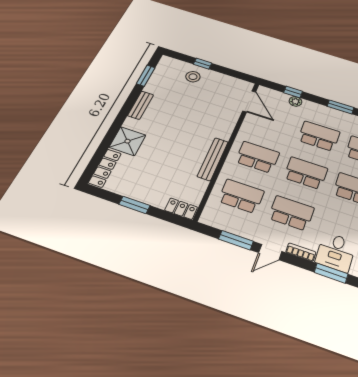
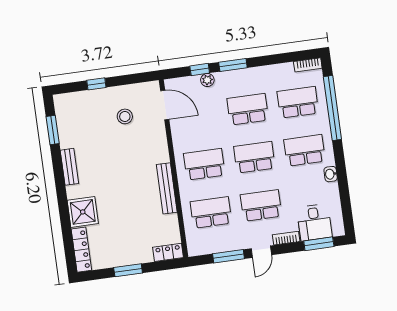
stool: (193, 77) -> (125, 116), moved
window: (341, 107) -> (233, 65), moved

